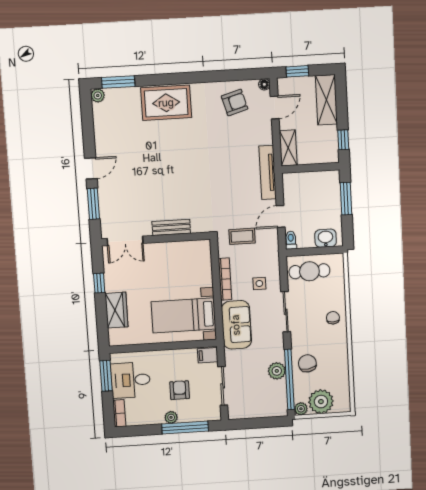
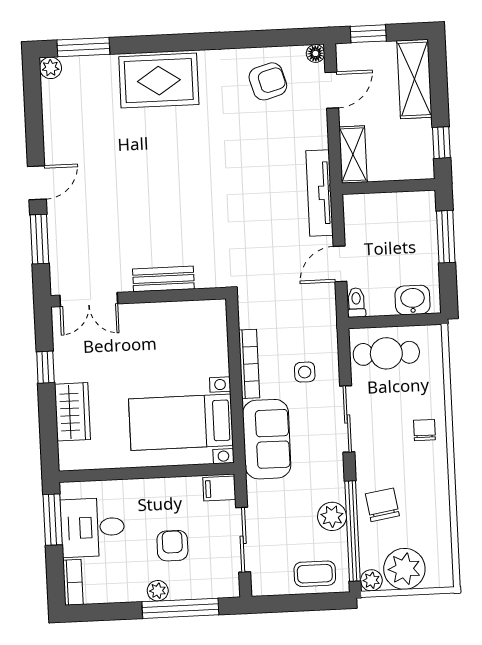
coffee table: (242, 236) -> (315, 574), moved

